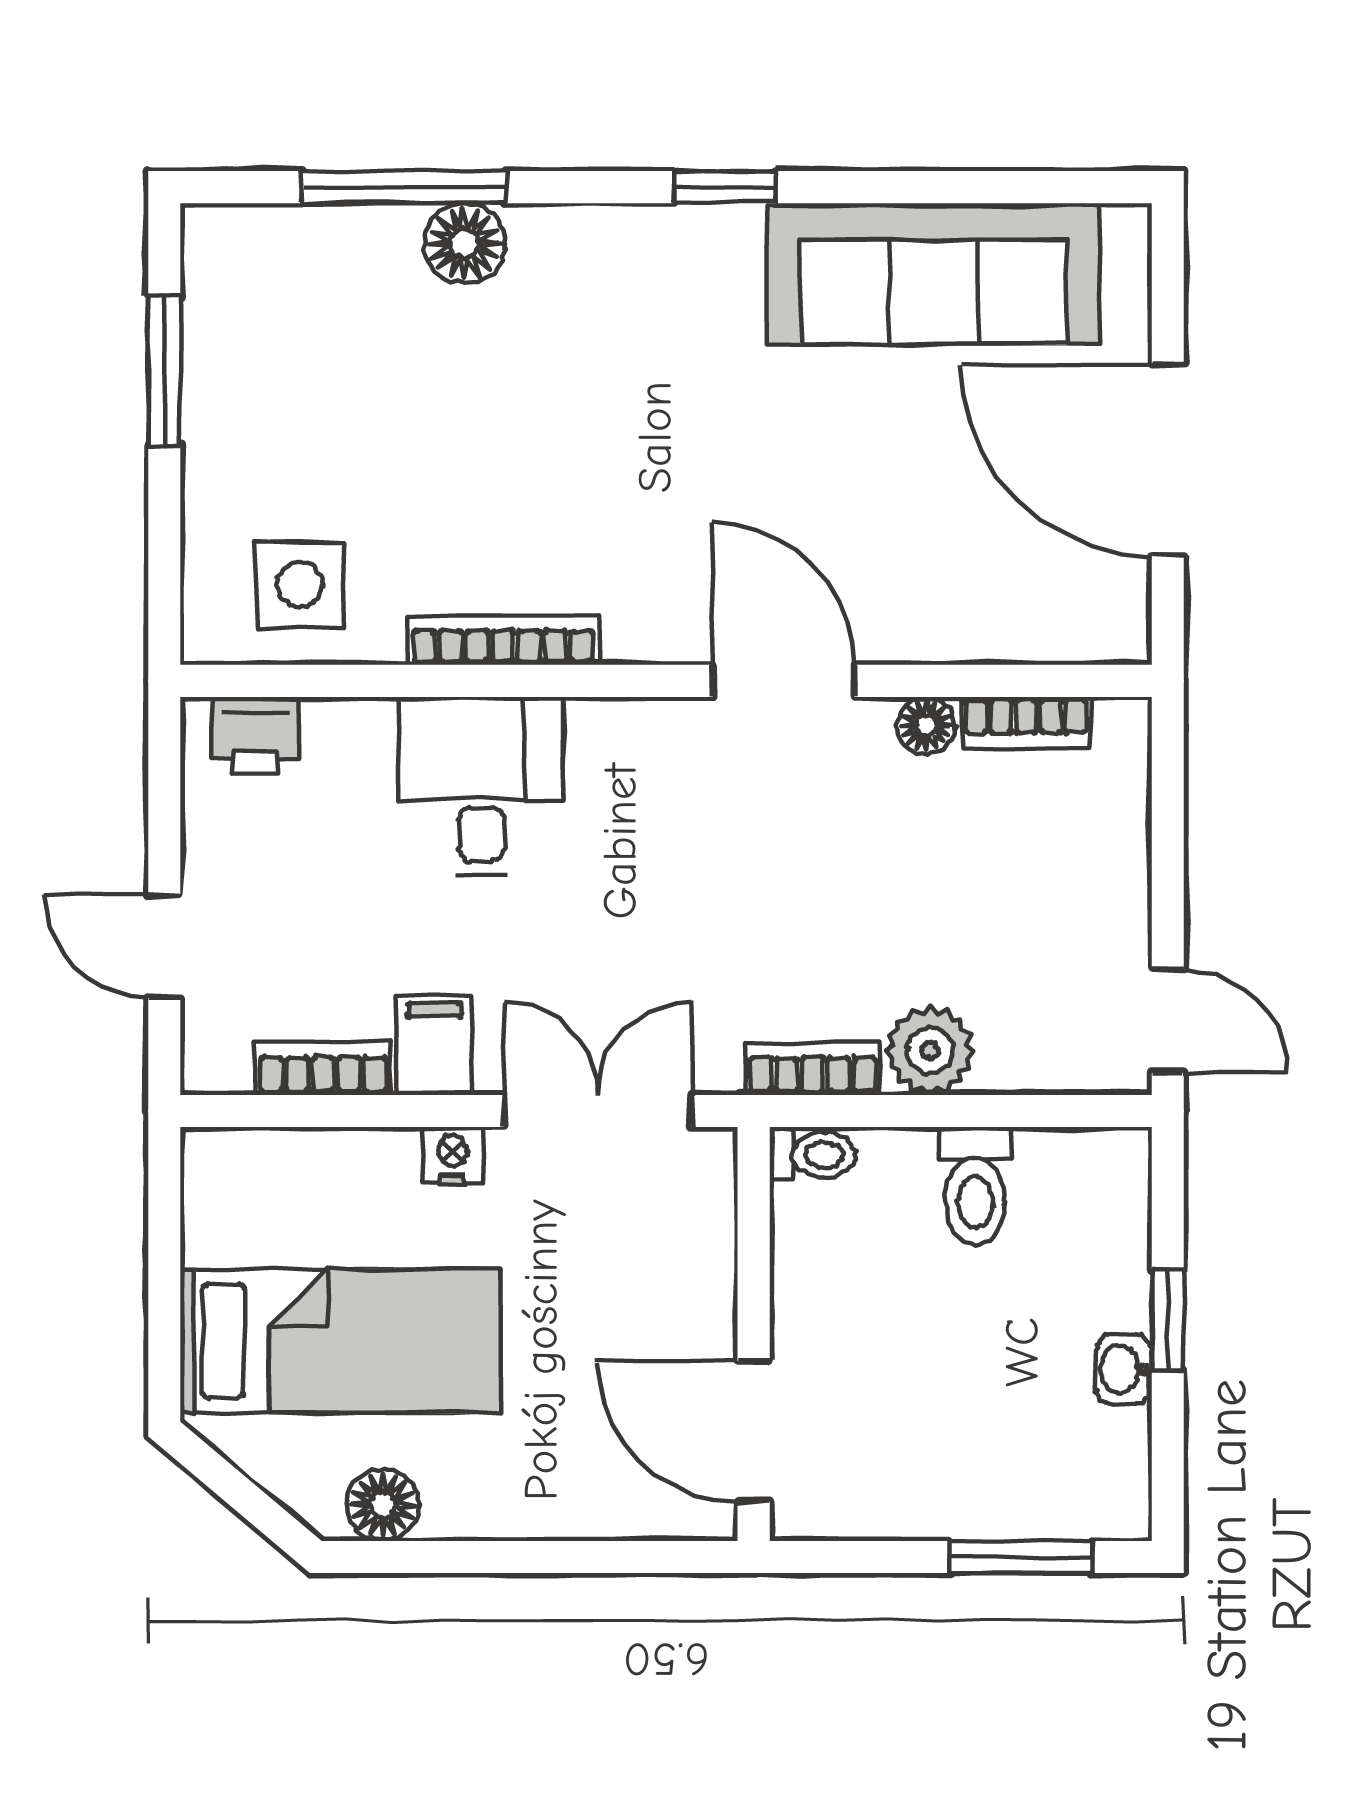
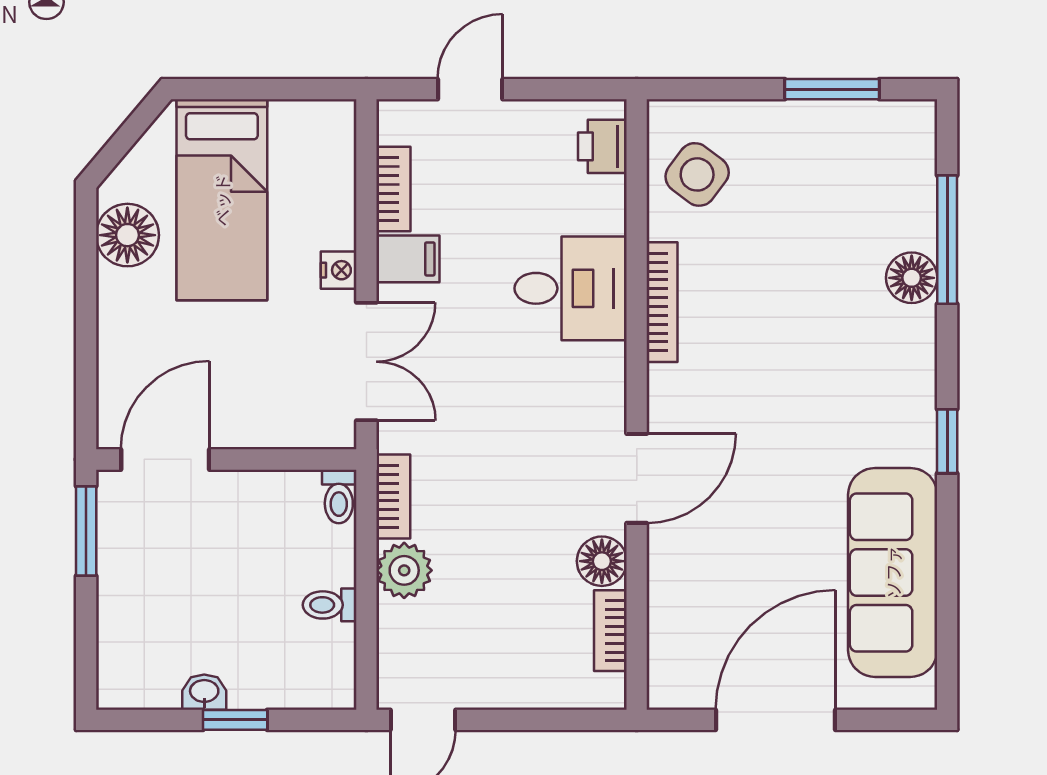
side table: (300, 585) -> (697, 174), turned 37
floor lamp: (926, 726) -> (602, 561), width x1.37, depth x1.37
toilet: (975, 1186) -> (330, 605), width x0.73, depth x0.72
floor lamp: (383, 1505) -> (127, 235), width x1.38, depth x1.38
window: (1021, 1557) -> (86, 531), moved

